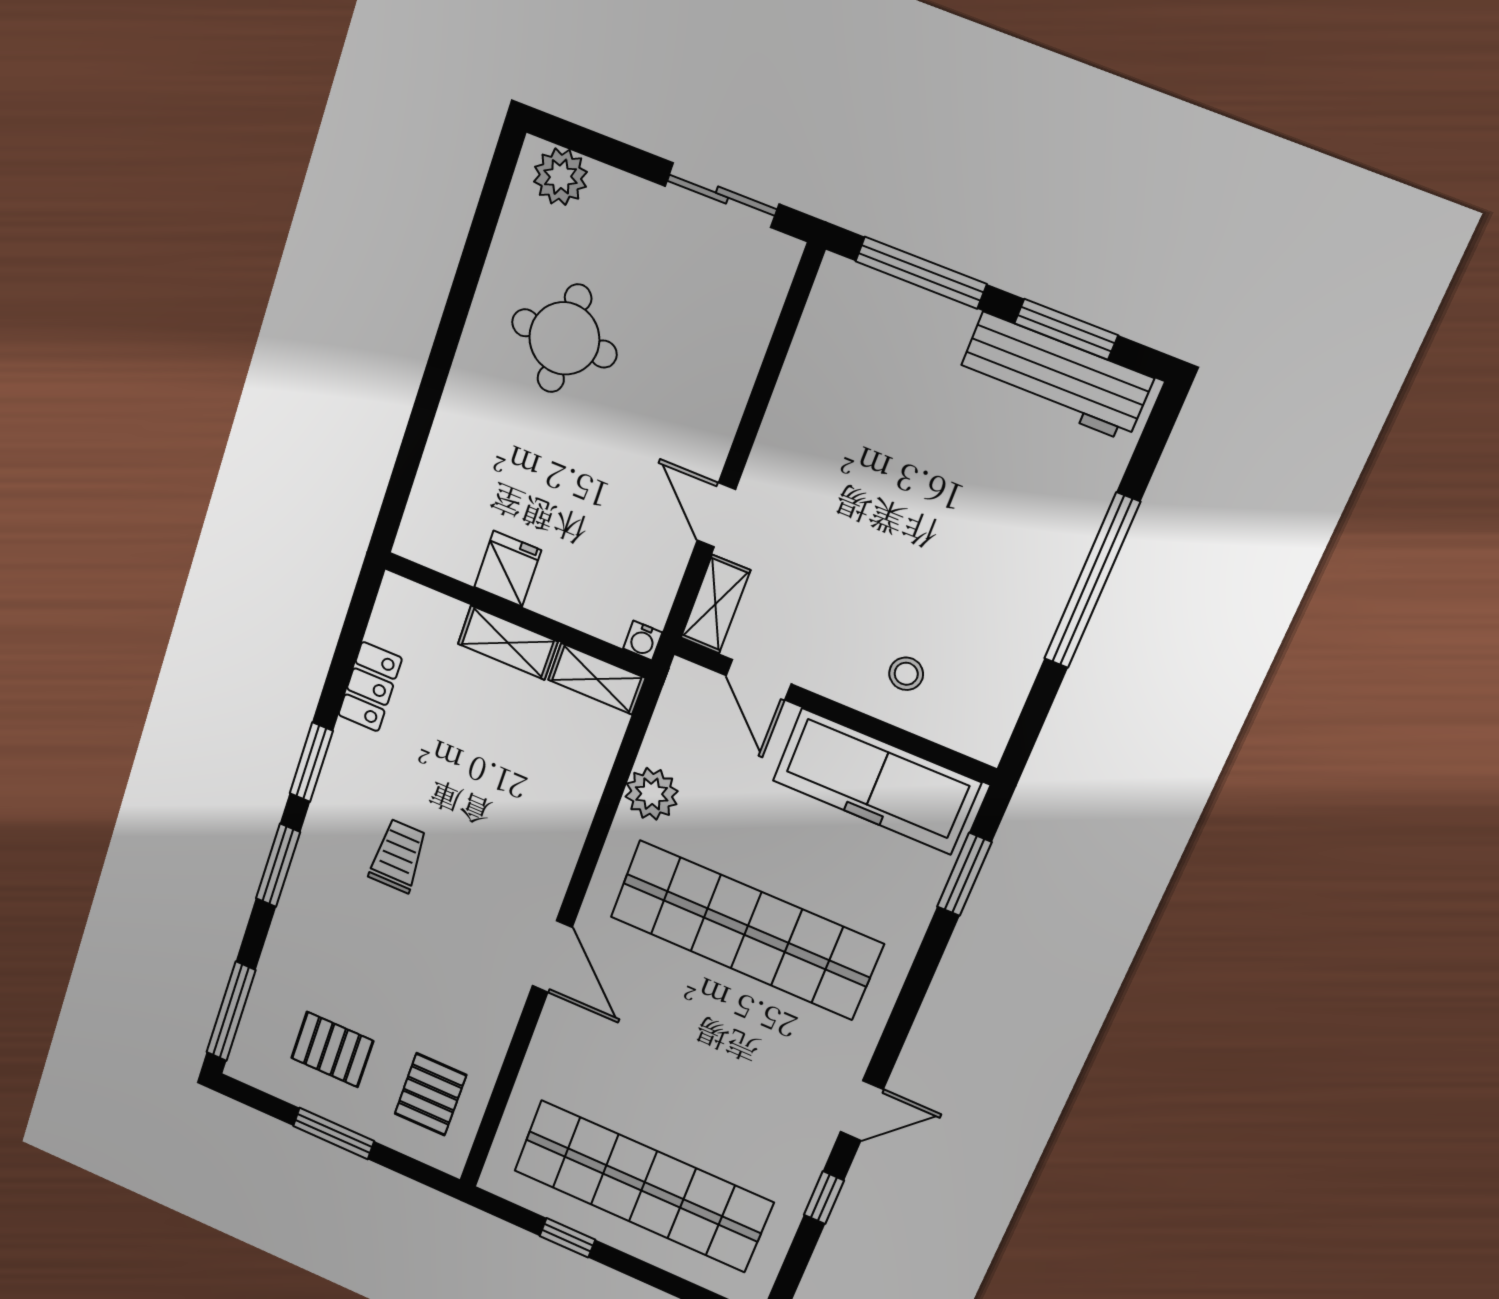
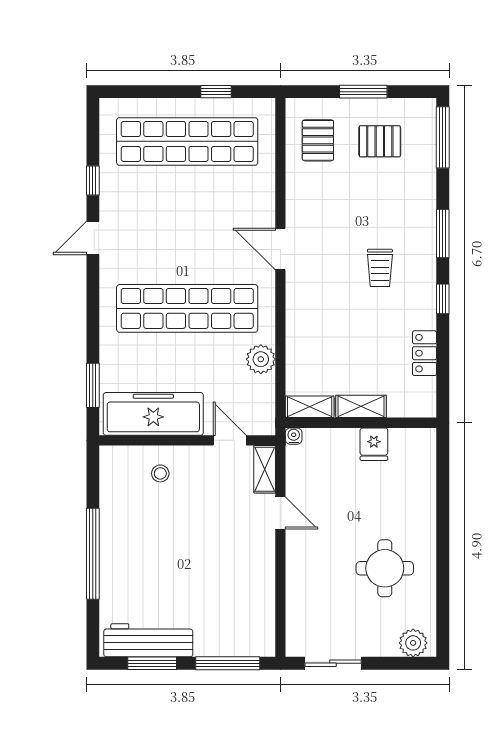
window: (311, 762) -> (443, 299), width x0.67

